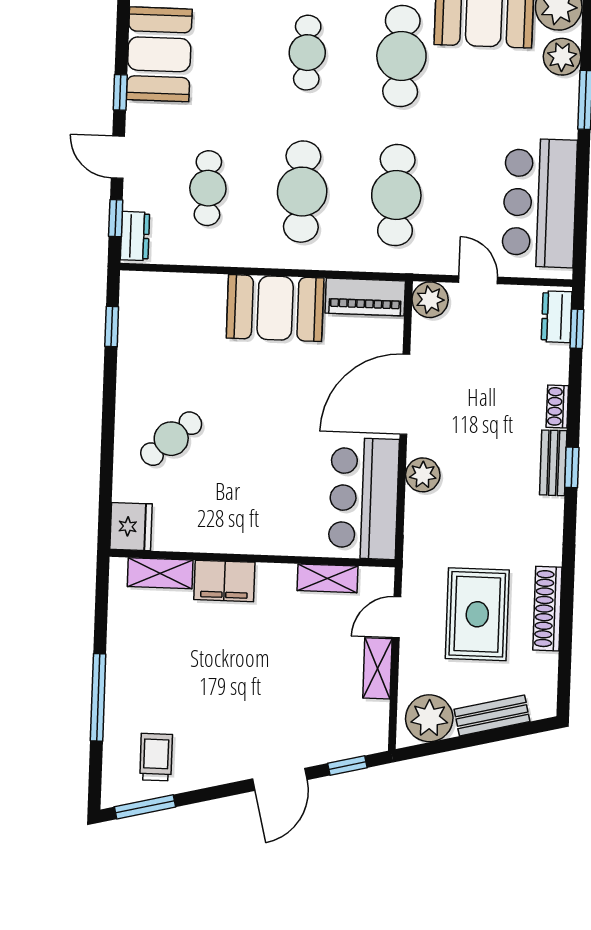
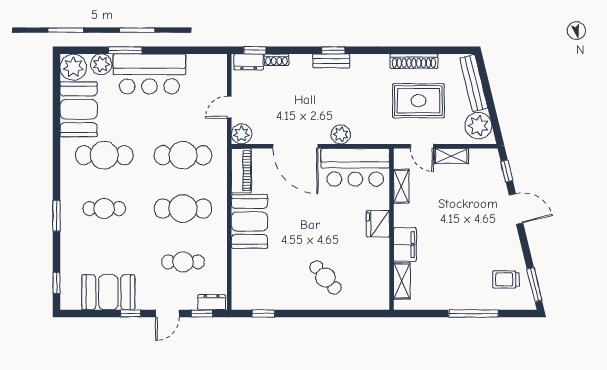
bar counter: (540, 203) -> (149, 74), moved
shoe rack: (557, 406) -> (277, 60), moved
fridge: (131, 527) -> (378, 224), moved, turned -90
bench: (492, 715) -> (474, 83), width x1.36

